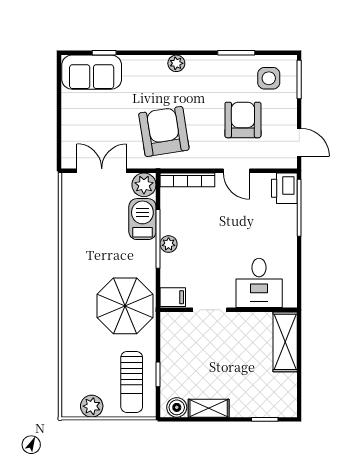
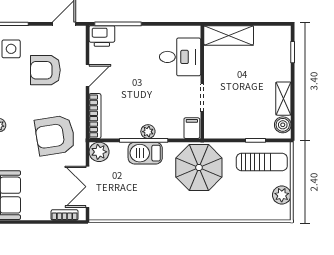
bookcase: (68, 143) -> (65, 215), added
barbecue: (142, 219) -> (145, 153), moved

